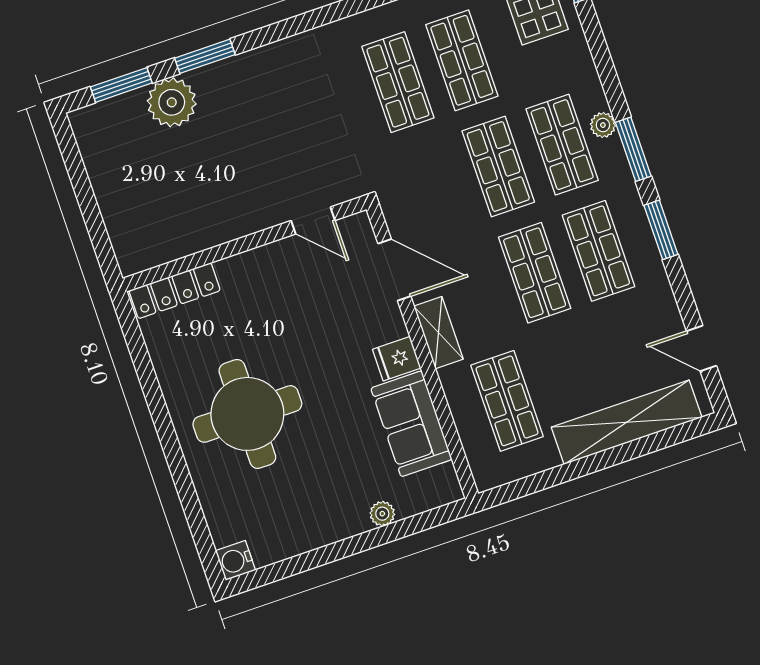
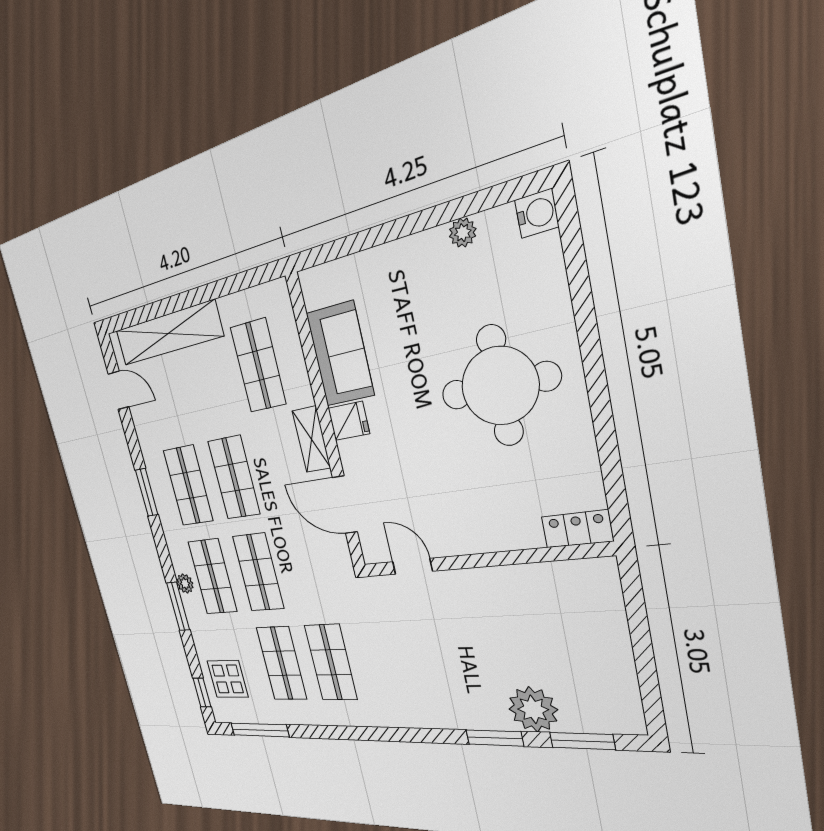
window: (633, 149) -> (178, 606), moved
locker: (175, 291) -> (577, 529), width x0.66
plant: (382, 514) -> (463, 233), moved

